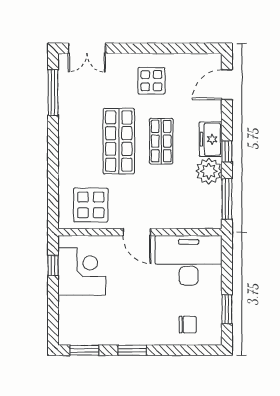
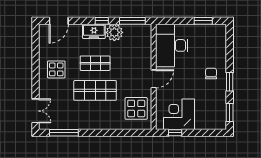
door: (227, 85) -> (59, 21), hinge flipped
chair: (188, 325) -> (211, 74), moved

